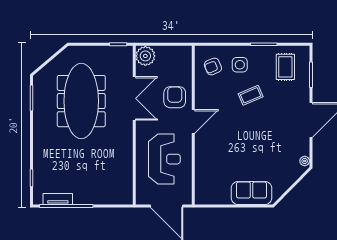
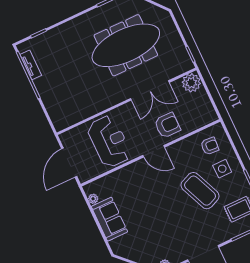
armchair: (213, 66) -> (210, 146), turned 117
coffee table: (251, 95) -> (200, 191), width x1.86, depth x1.72
reception desk: (164, 159) -> (109, 141), turned -90
sofa: (252, 193) -> (109, 219), moved
plant: (211, 199) -> (93, 199), added

